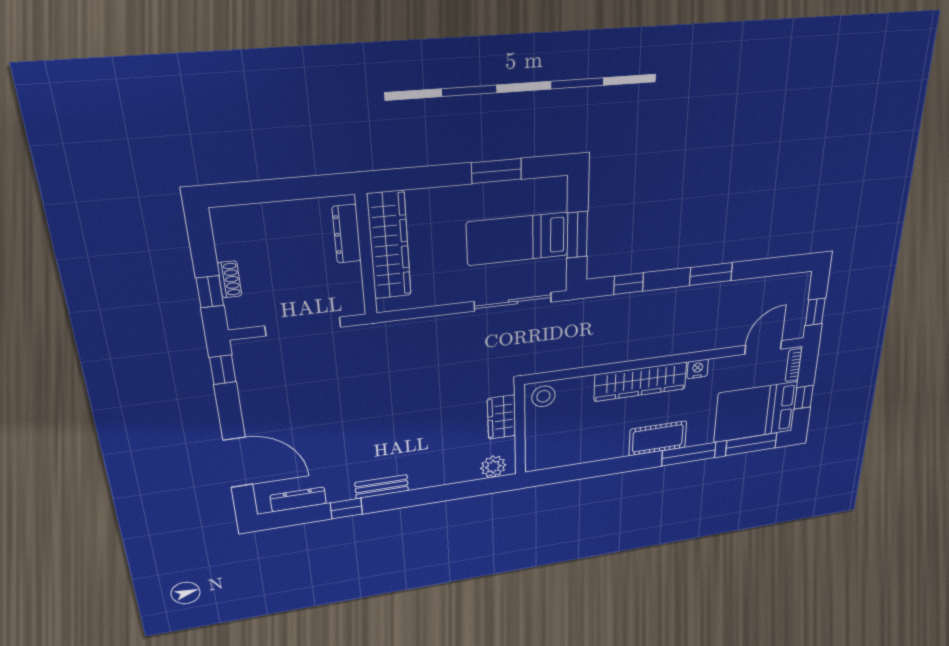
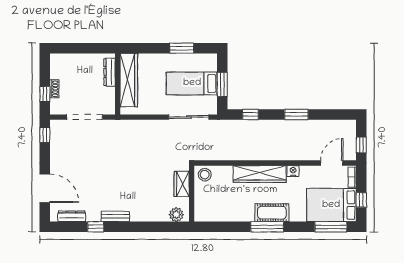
window: (689, 454) -> (267, 227), moved

